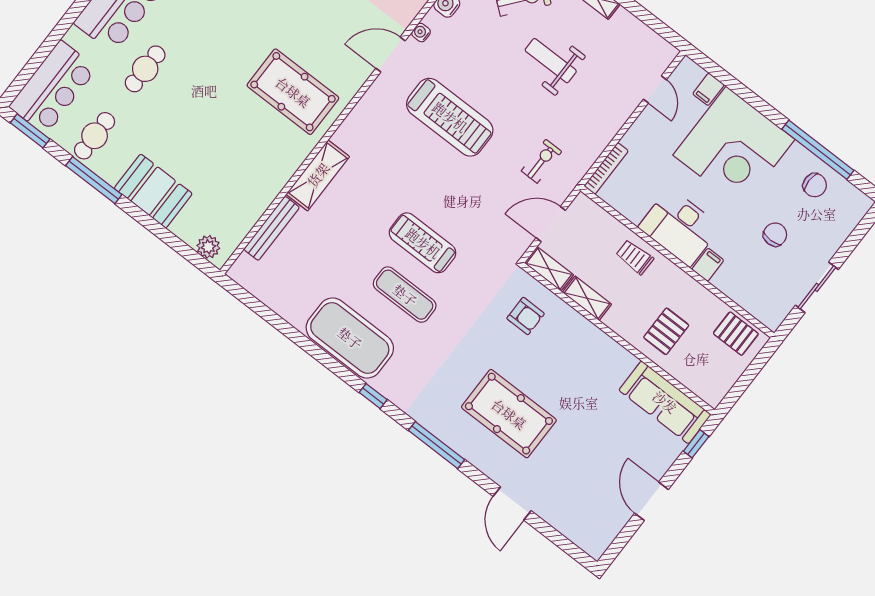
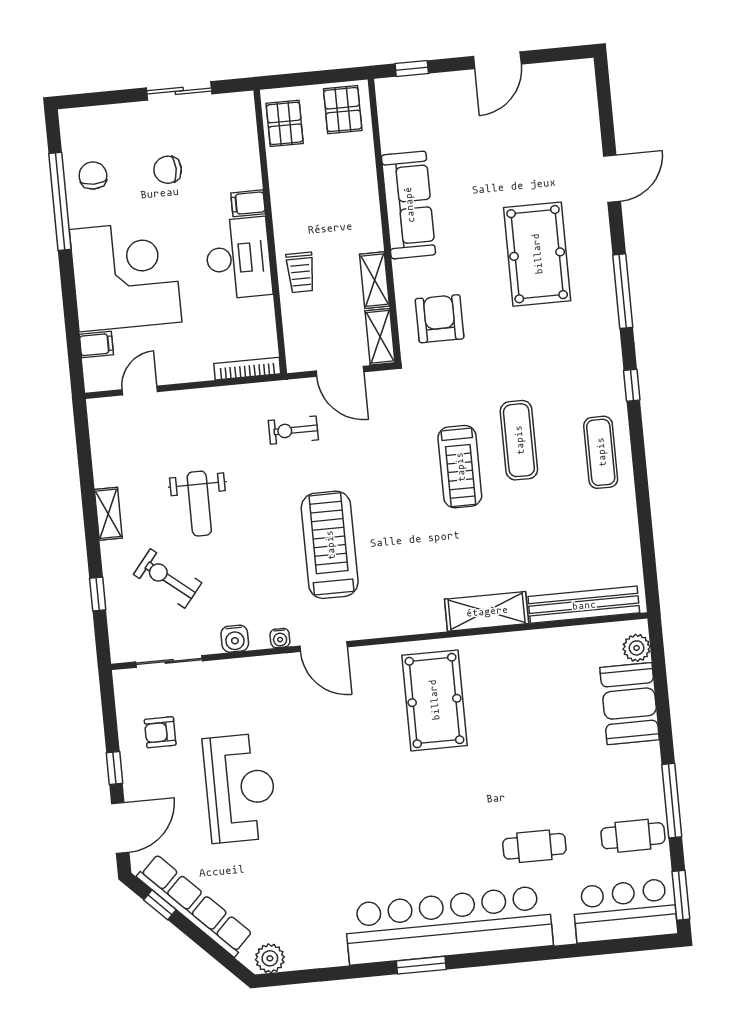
booth: (153, 191) -> (630, 704), moved
bench: (272, 228) -> (584, 605), width x1.37, depth x1.21
armchair: (526, 316) -> (440, 319), width x1.38, depth x1.38
pallet: (666, 331) -> (343, 110), moved, turned 90
exercise mat: (350, 338) -> (601, 452), width x0.50, depth x0.69
sofa: (665, 402) -> (409, 205), moved

